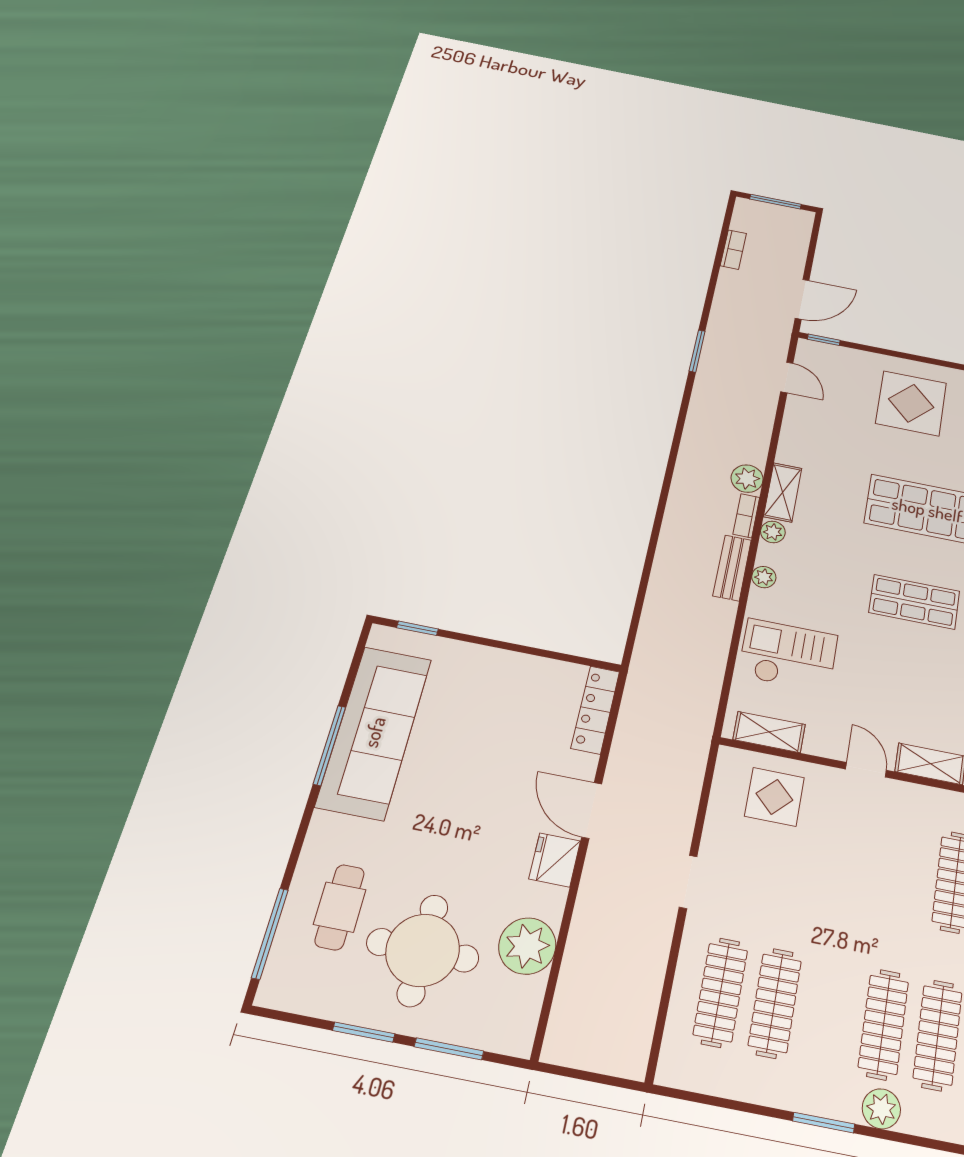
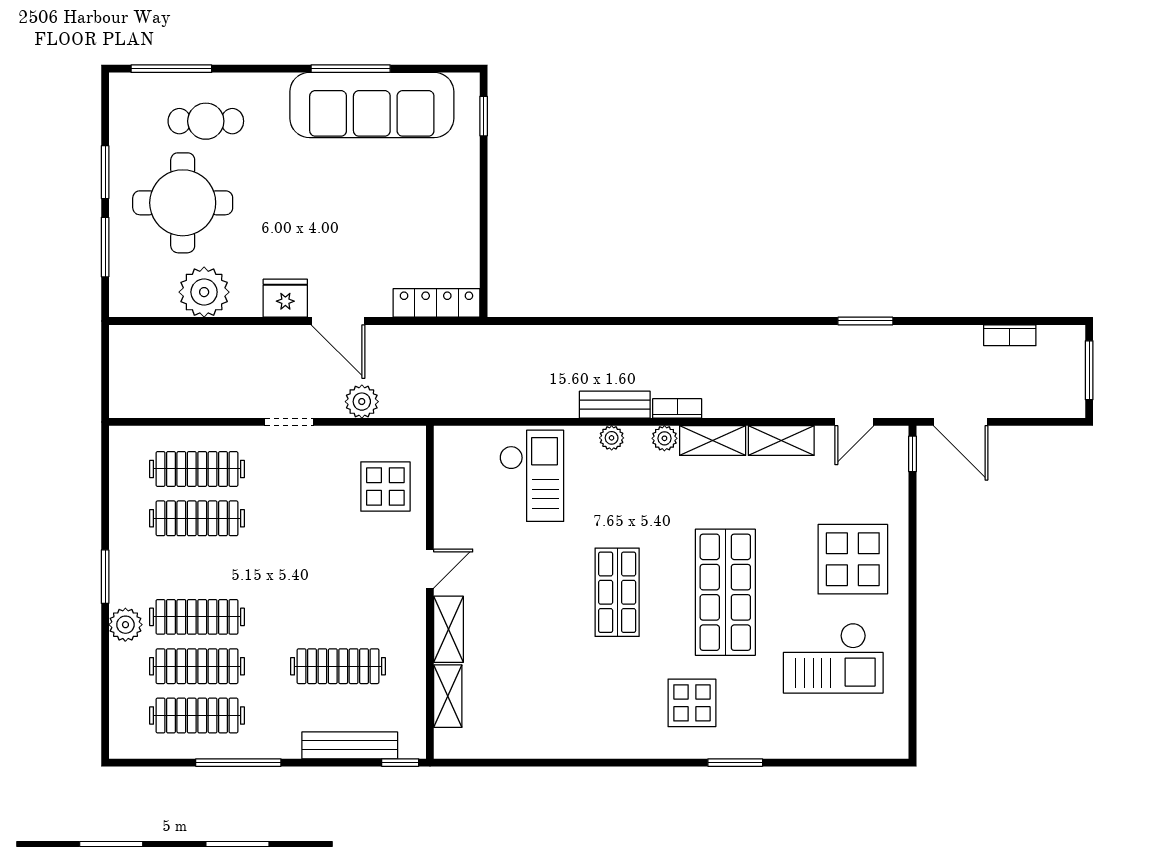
plant: (747, 479) -> (362, 402), moved
shelving: (769, 732) -> (781, 441), moved, turned 90
door: (592, 810) -> (338, 321), swing flipped

